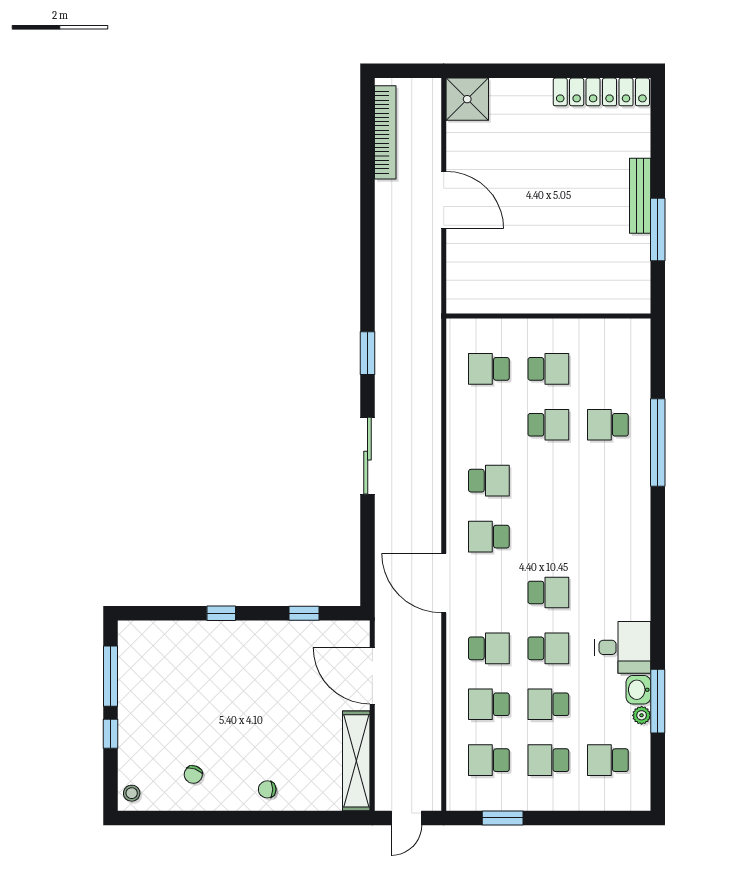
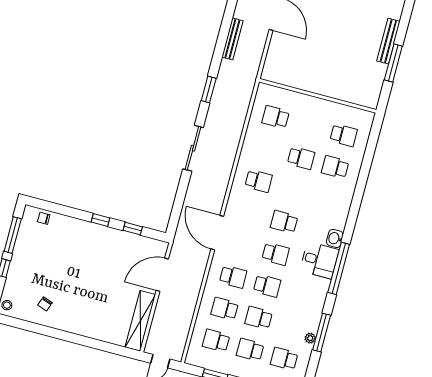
bench: (384, 260) -> (232, 39), added
school desk: (548, 369) -> (344, 135), moved
window: (658, 443) -> (339, 268), moved
school desk: (489, 537) -> (284, 222), moved
window: (221, 613) -> (101, 220), moved
desk: (623, 647) -> (319, 260), moved
door: (372, 676) -> (162, 275), hinge flipped
washbasin: (638, 690) -> (335, 238), moved
chair: (267, 789) -> (44, 218), moved

